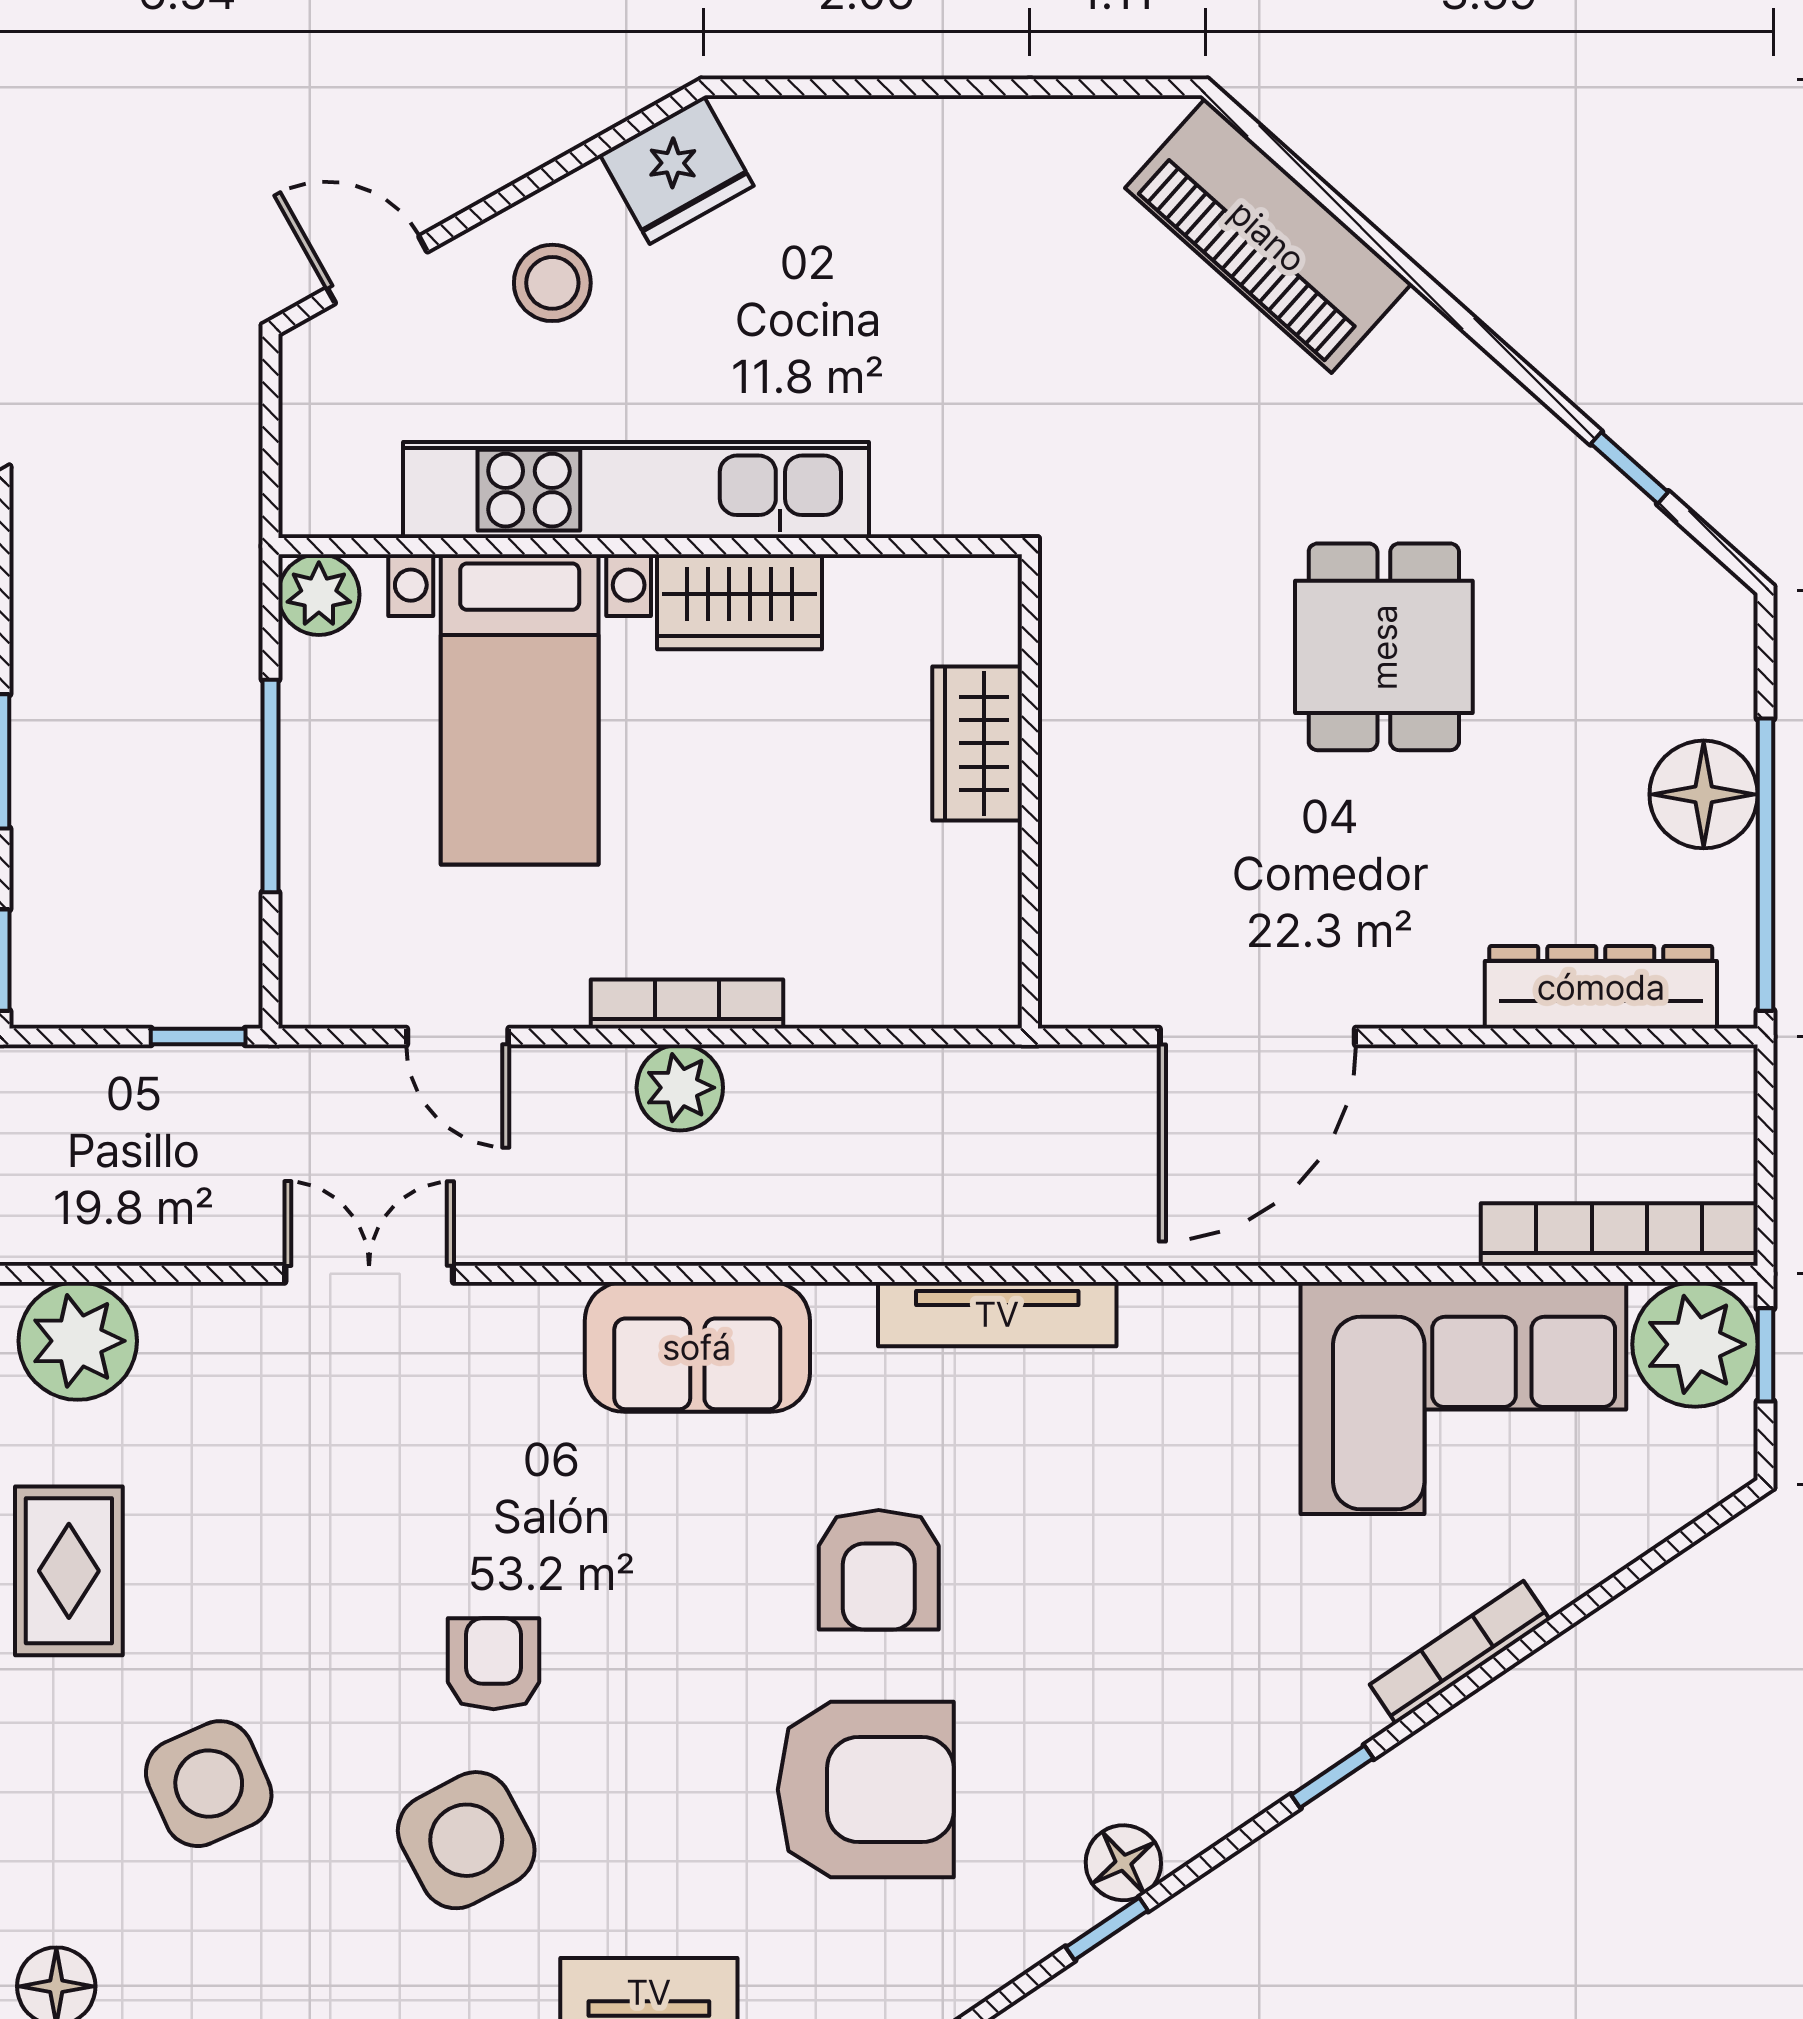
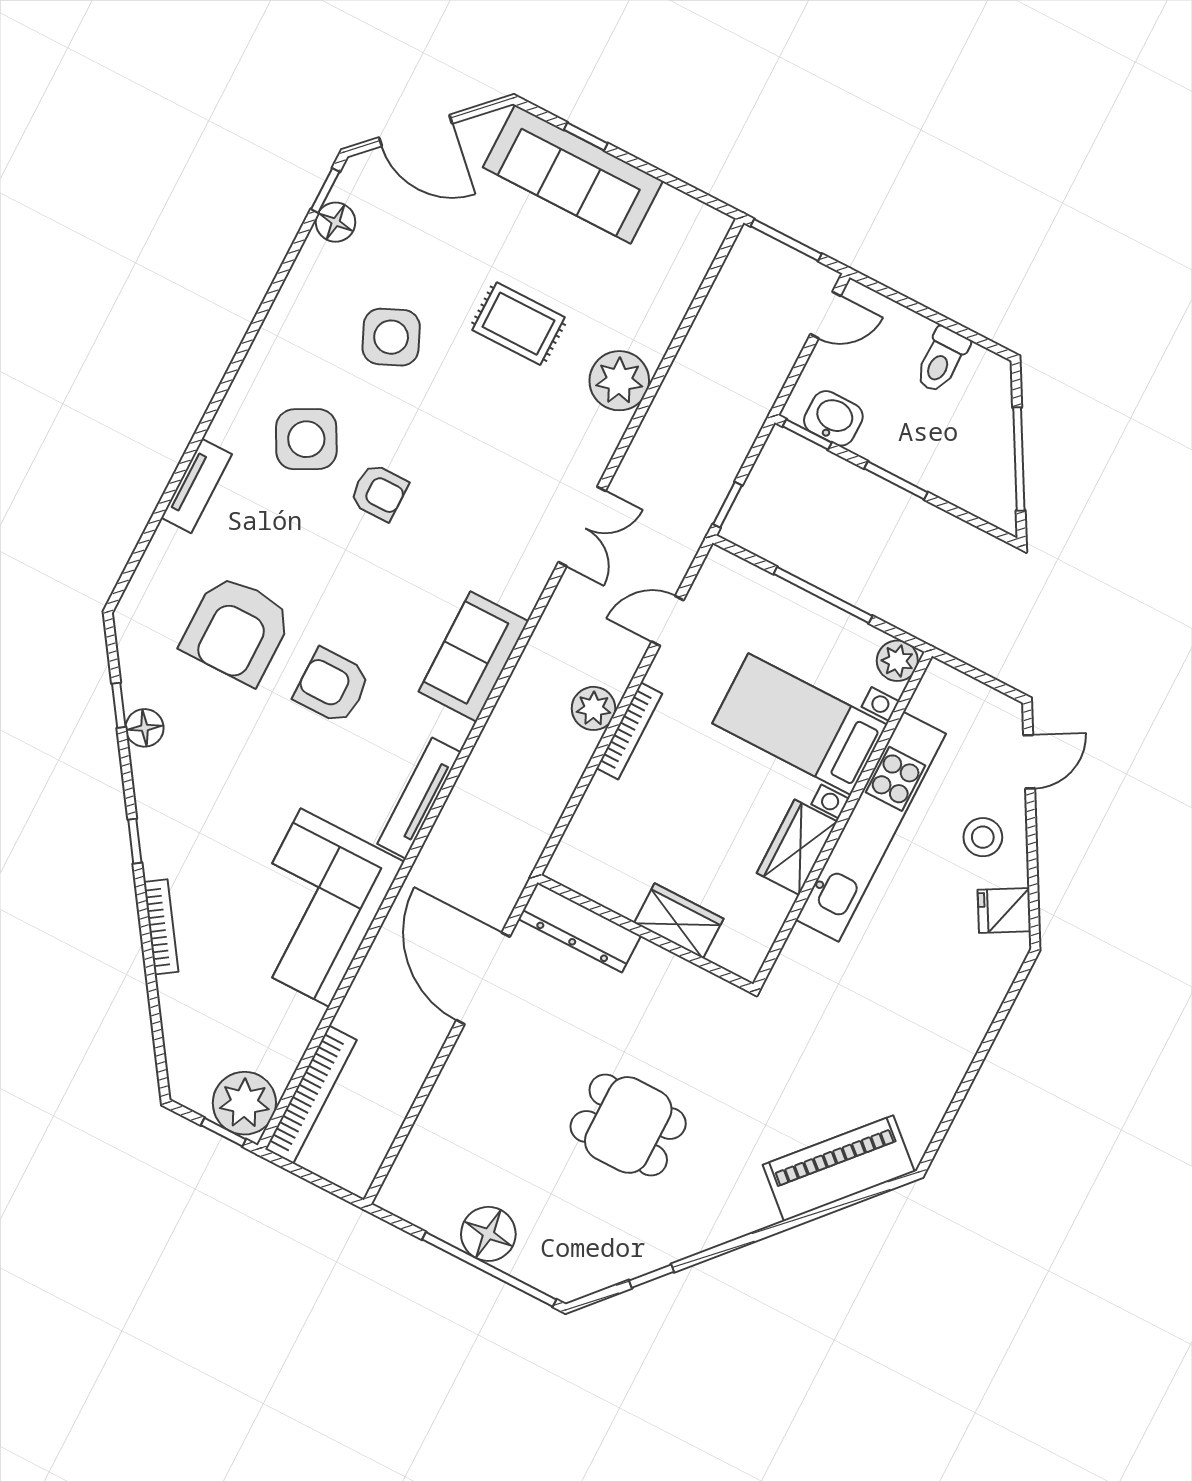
fridge: (677, 170) -> (1004, 910), width x0.72
window: (1766, 865) -> (489, 1269), moved
dresser: (1601, 987) -> (580, 927), moved, turned 90
corner sofa: (1463, 1398) -> (315, 908), moved

